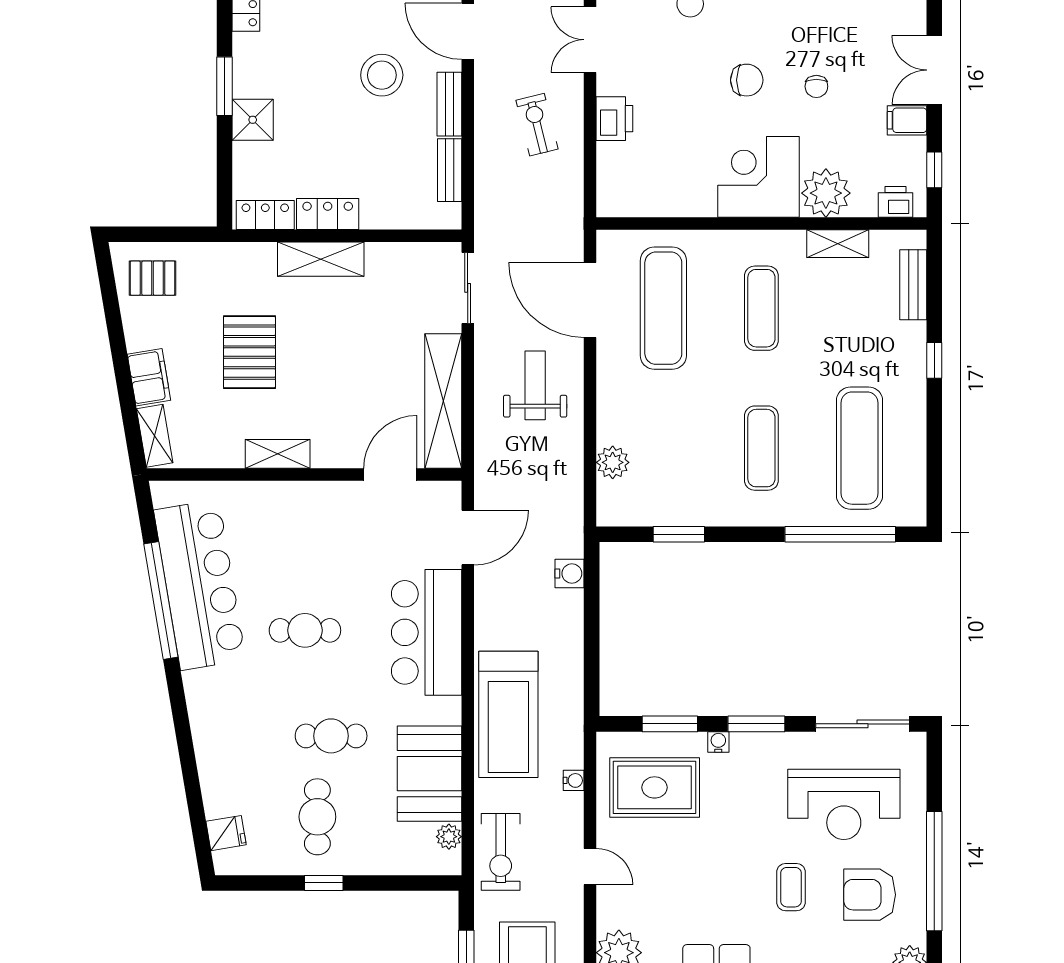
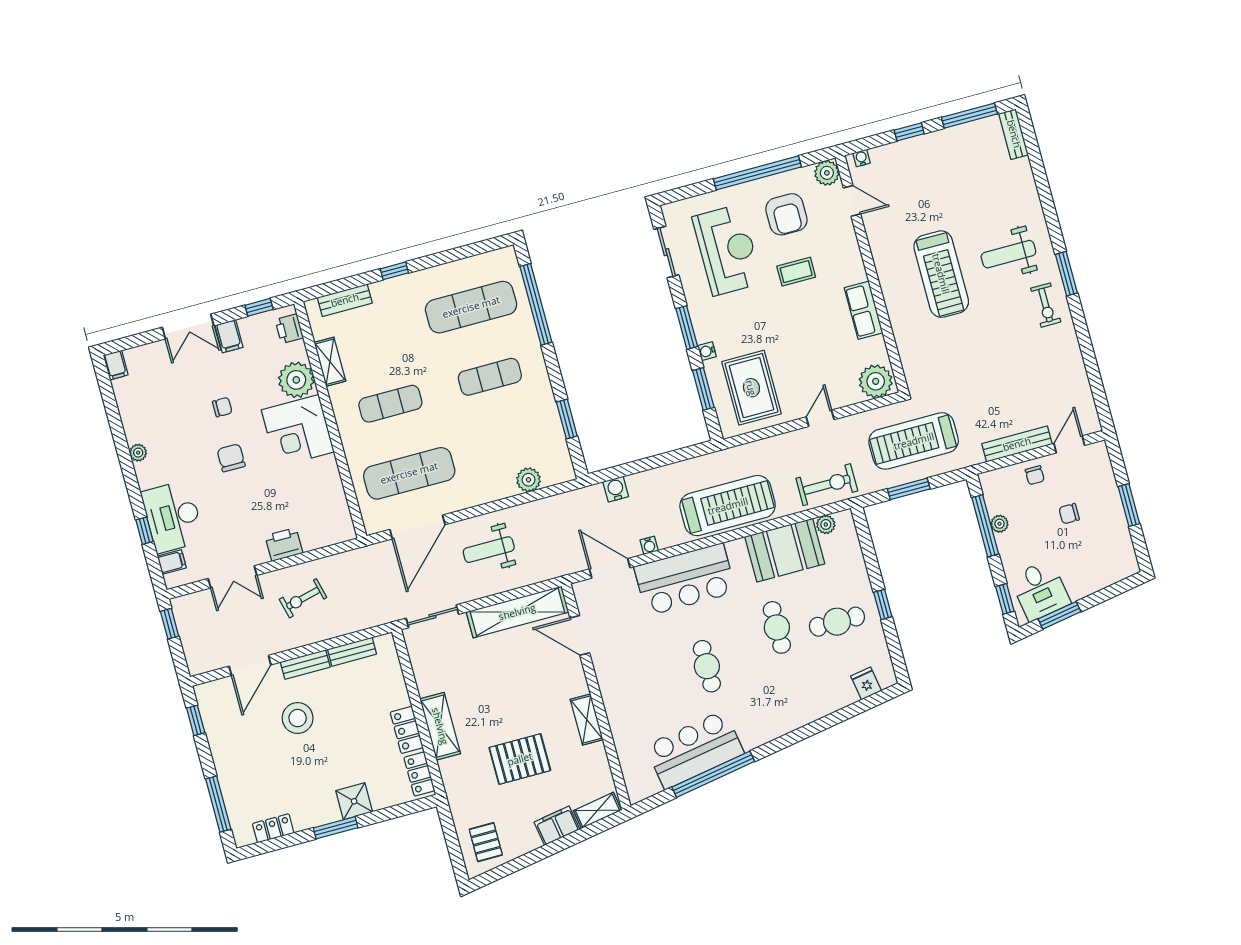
bar counter: (200, 585) -> (695, 750), width x0.73
sliding door: (863, 724) -> (666, 252), width x0.73
water cooler: (574, 780) -> (649, 545), moved, turned 180

